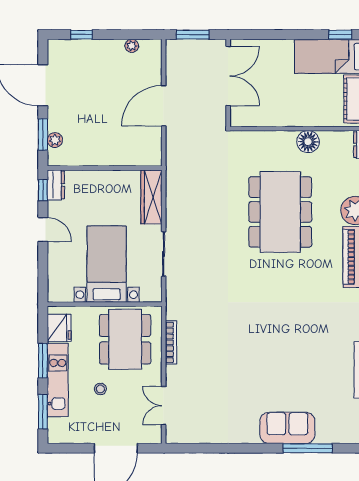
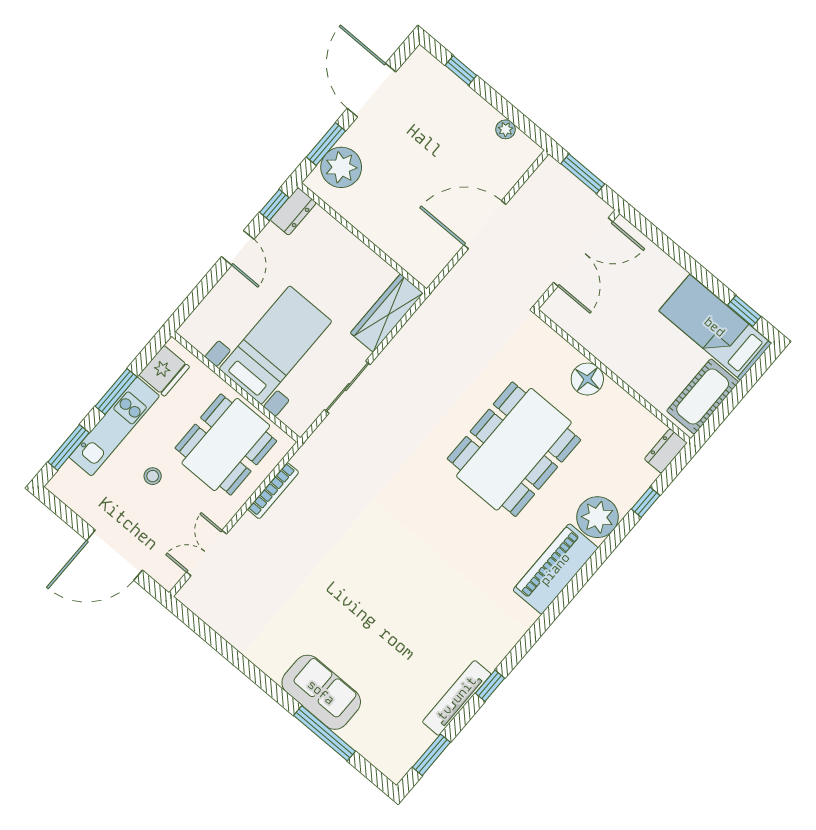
plant: (55, 140) -> (341, 167), width x1.87, depth x1.87
floor lamp: (308, 142) -> (587, 379), moved

